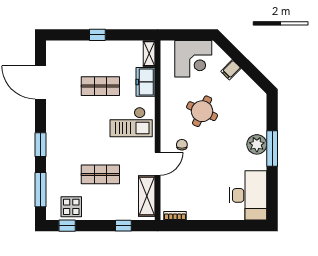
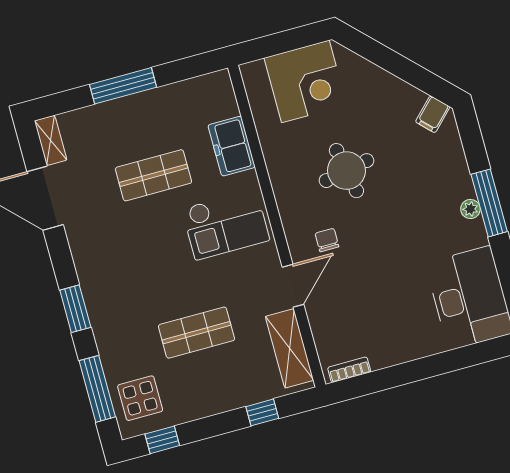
window: (97, 35) -> (123, 86), width x2.17
shelving: (149, 54) -> (51, 140), moved
filing cabinet: (231, 70) -> (433, 114), moved
round table: (202, 111) -> (346, 171), turned -36
plant: (257, 144) -> (470, 209), width x0.53, depth x0.53
display table: (71, 207) -> (140, 398), moved

